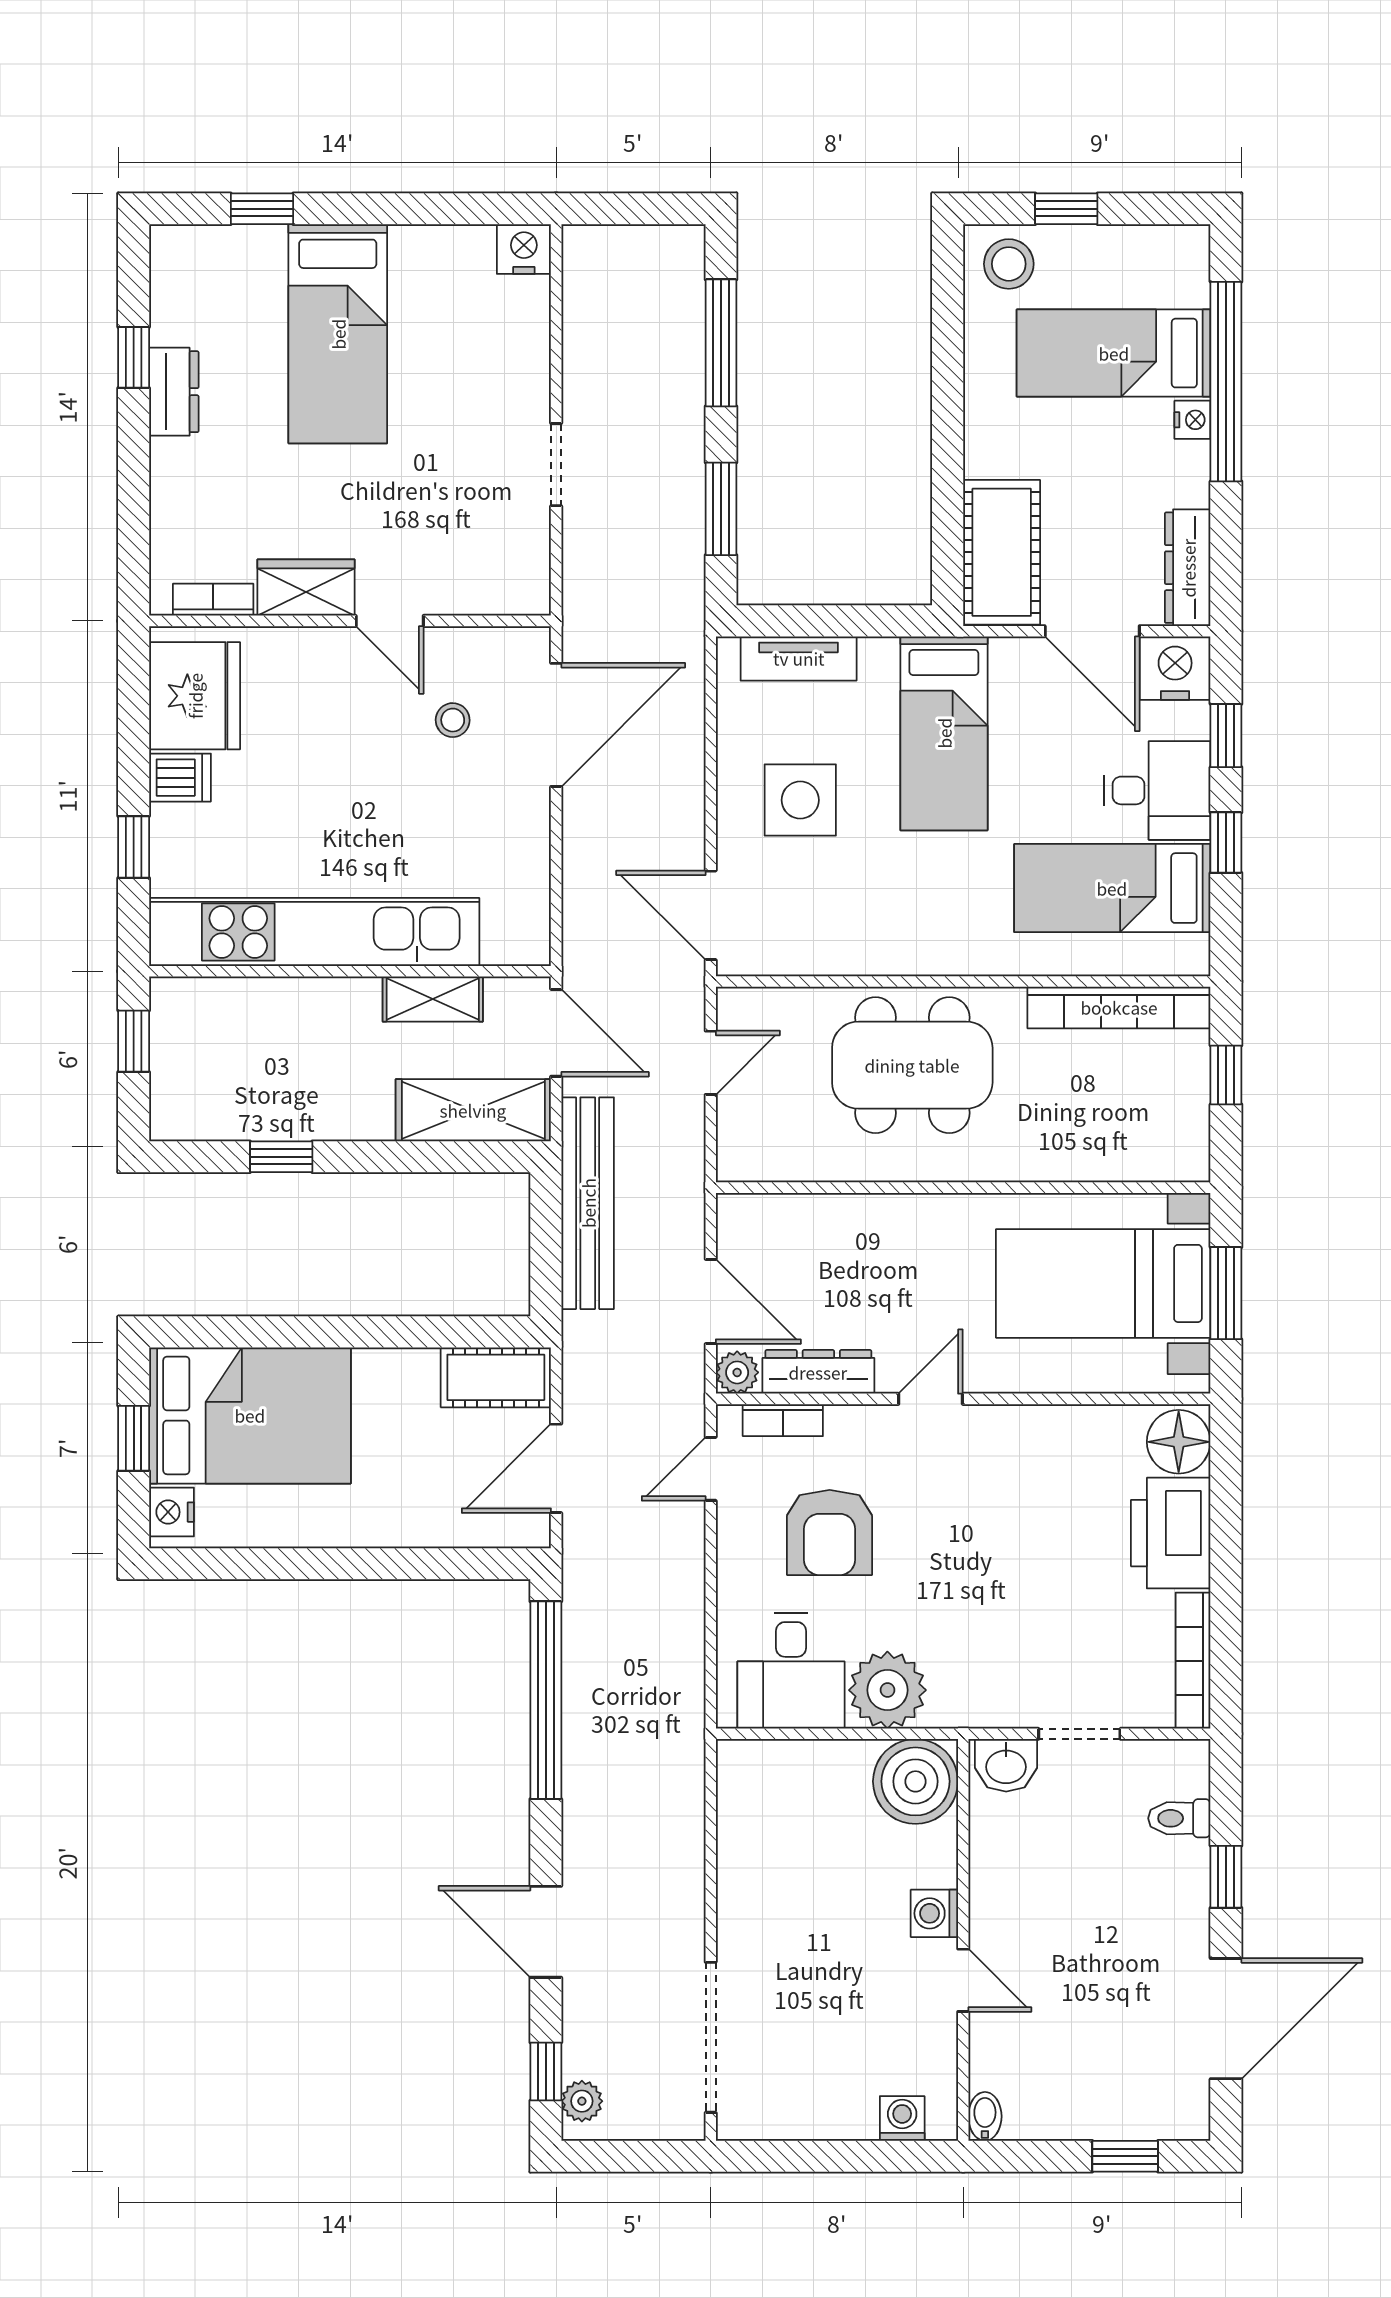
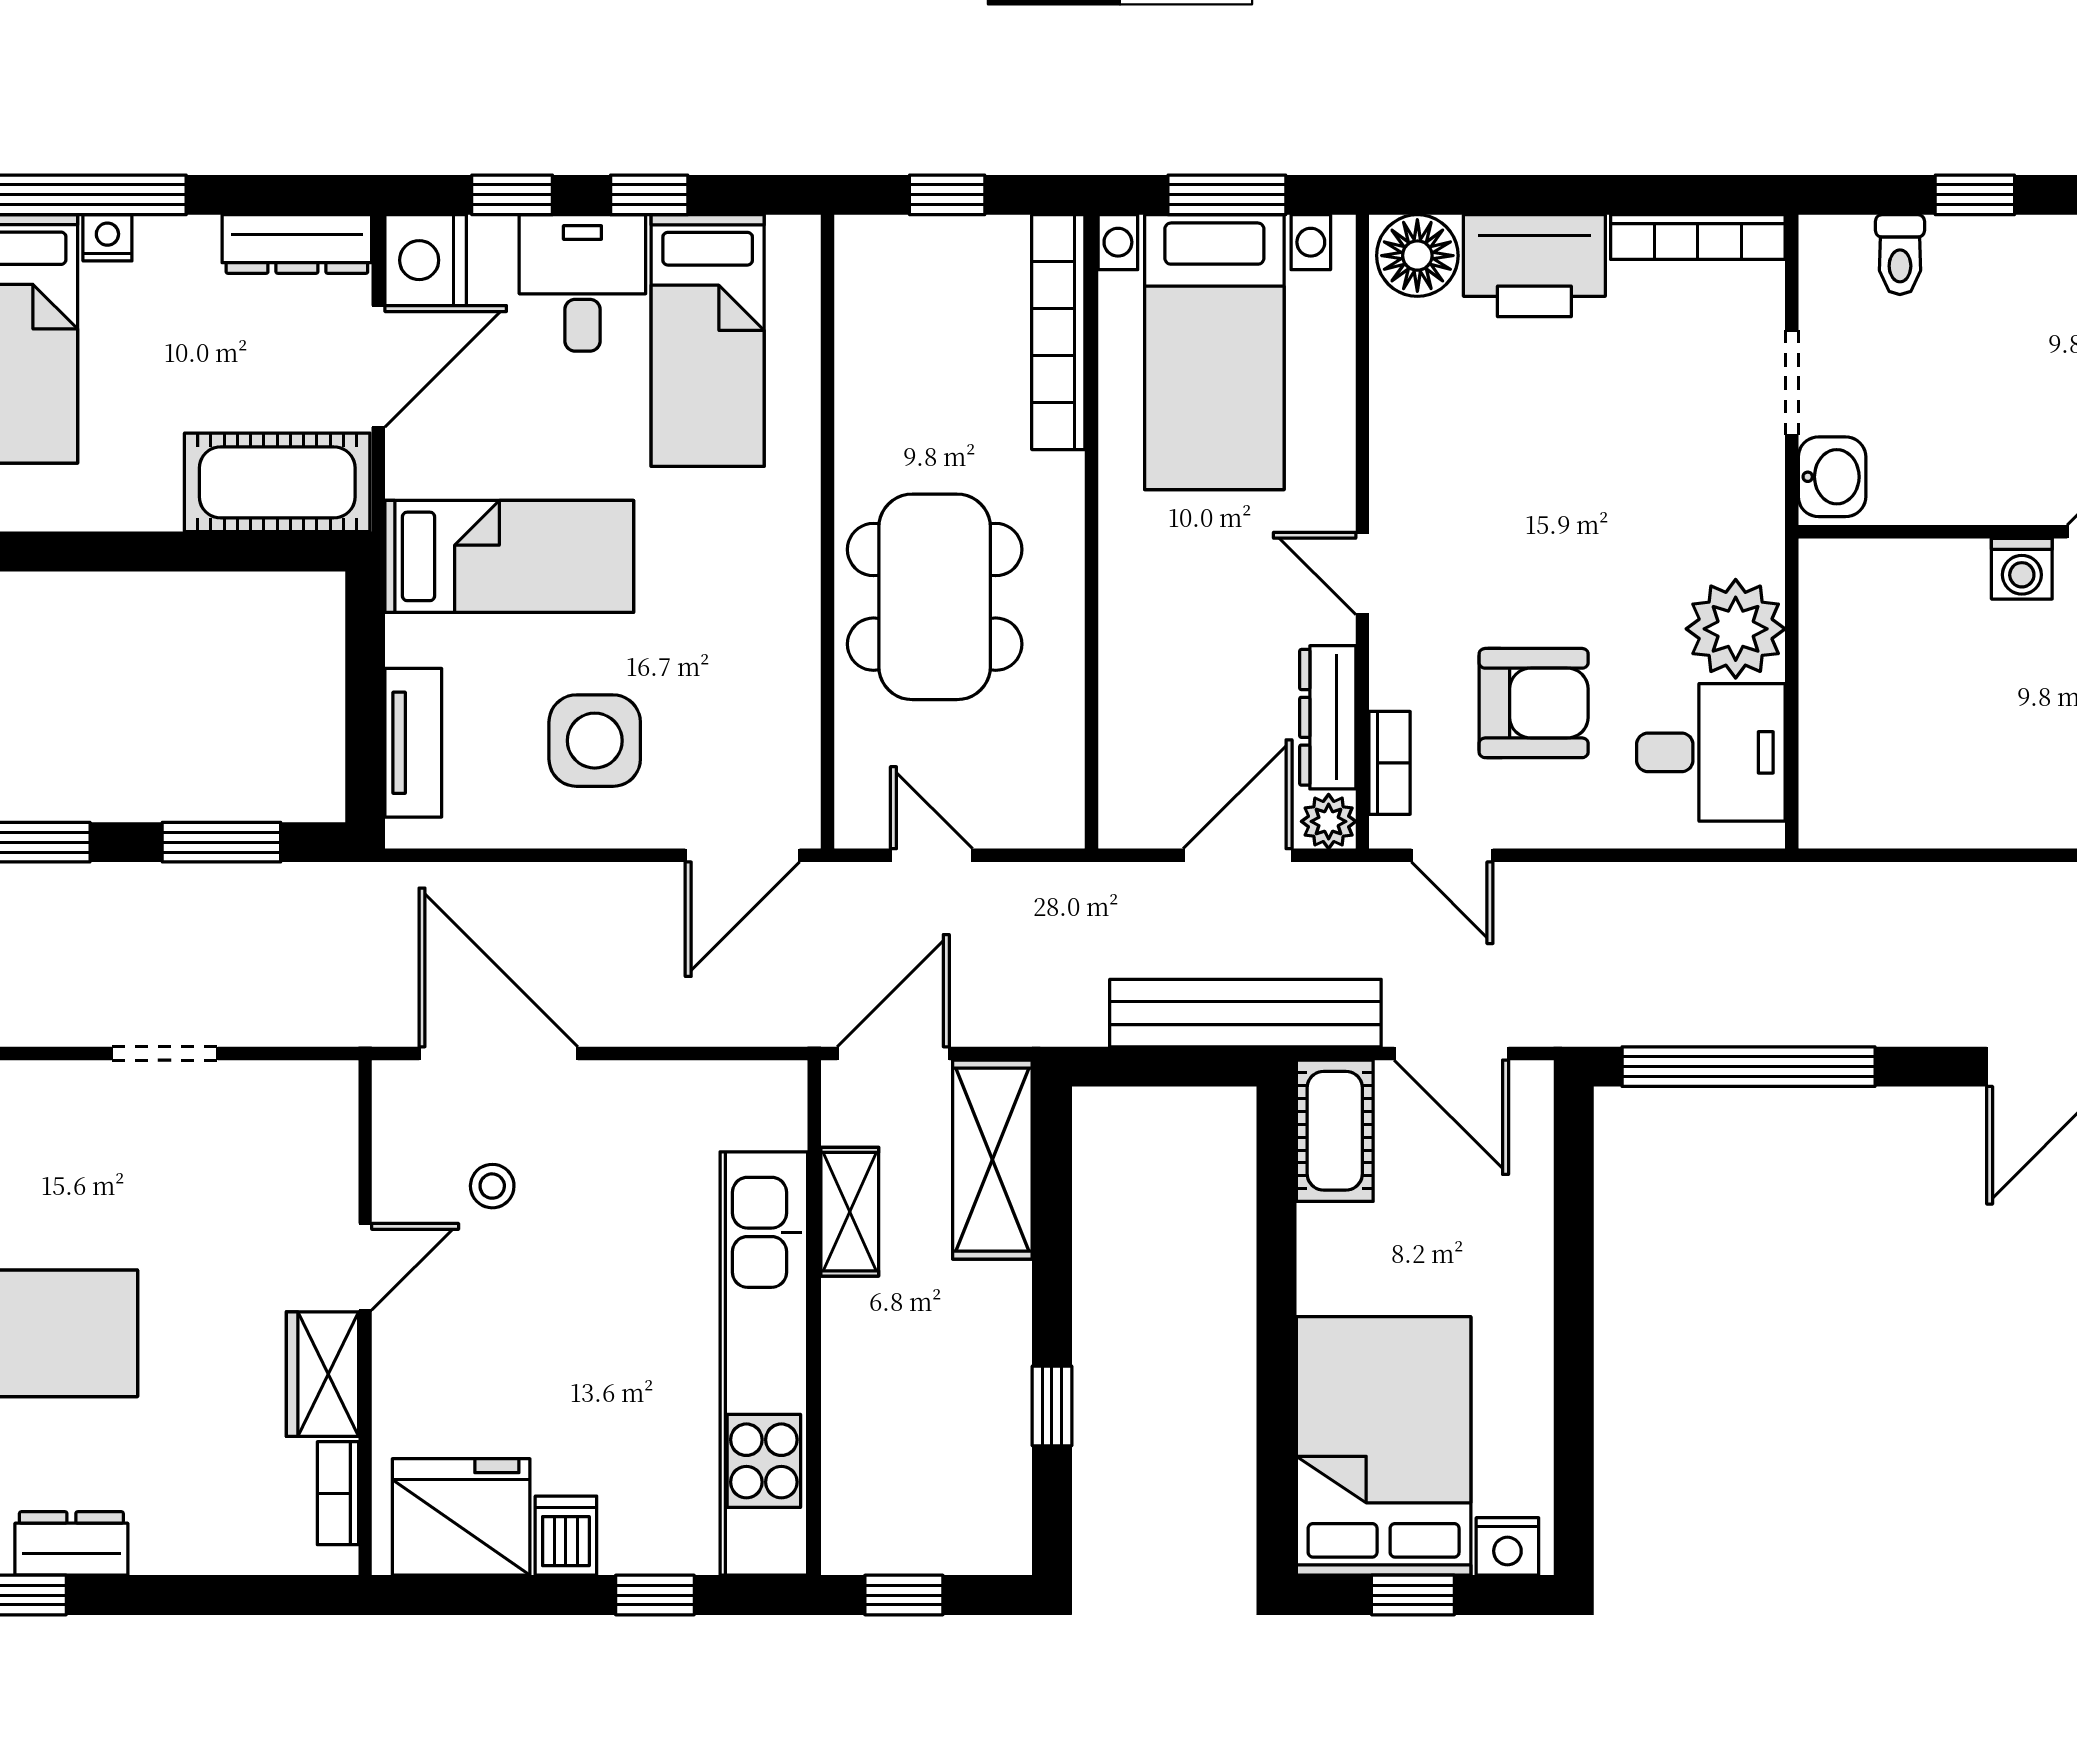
bookcase: (1119, 1007) -> (1058, 332), moved, turned 180
bench: (588, 1203) -> (1245, 1013), moved
boiler: (915, 1781) -> (1853, 593), removed

